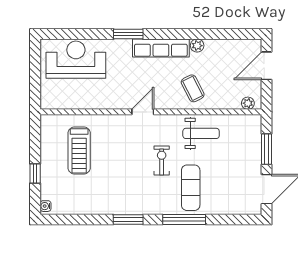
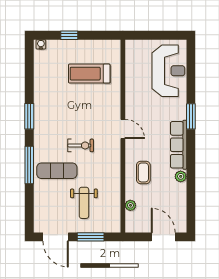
coffee table: (193, 88) -> (143, 172), turned -63
plant: (248, 103) -> (130, 205), moved
weight bench: (201, 133) -> (84, 203), moved

